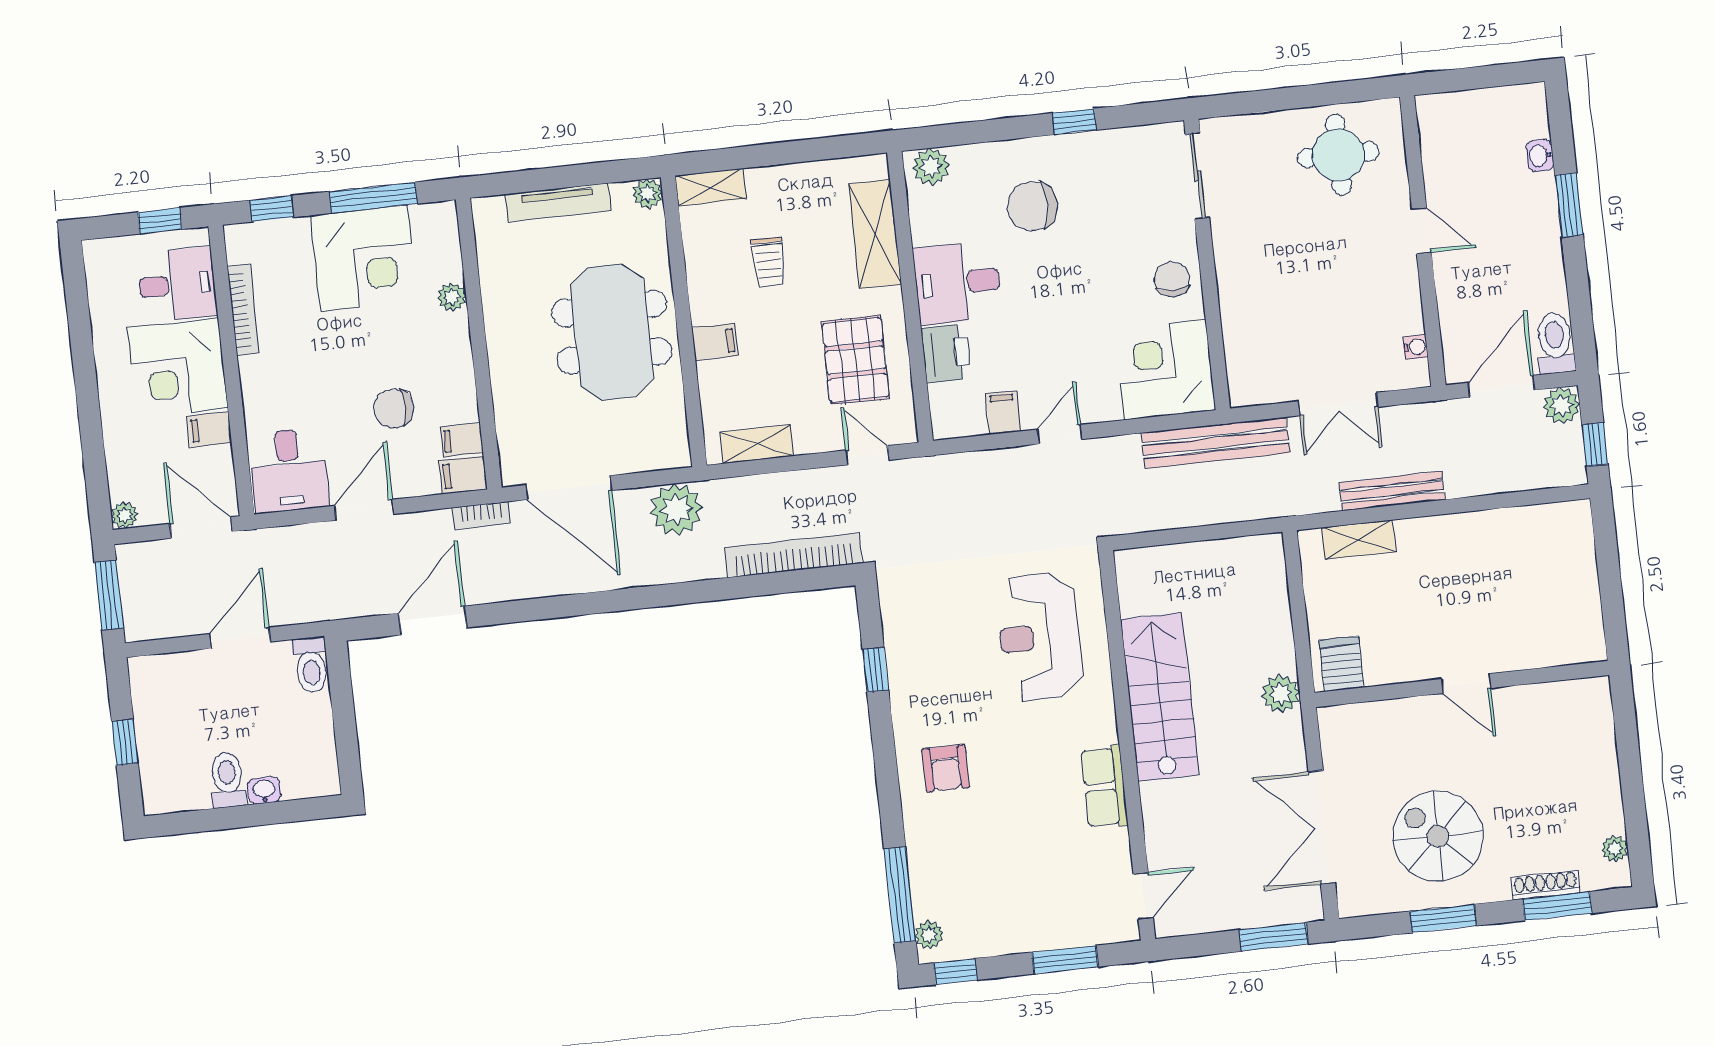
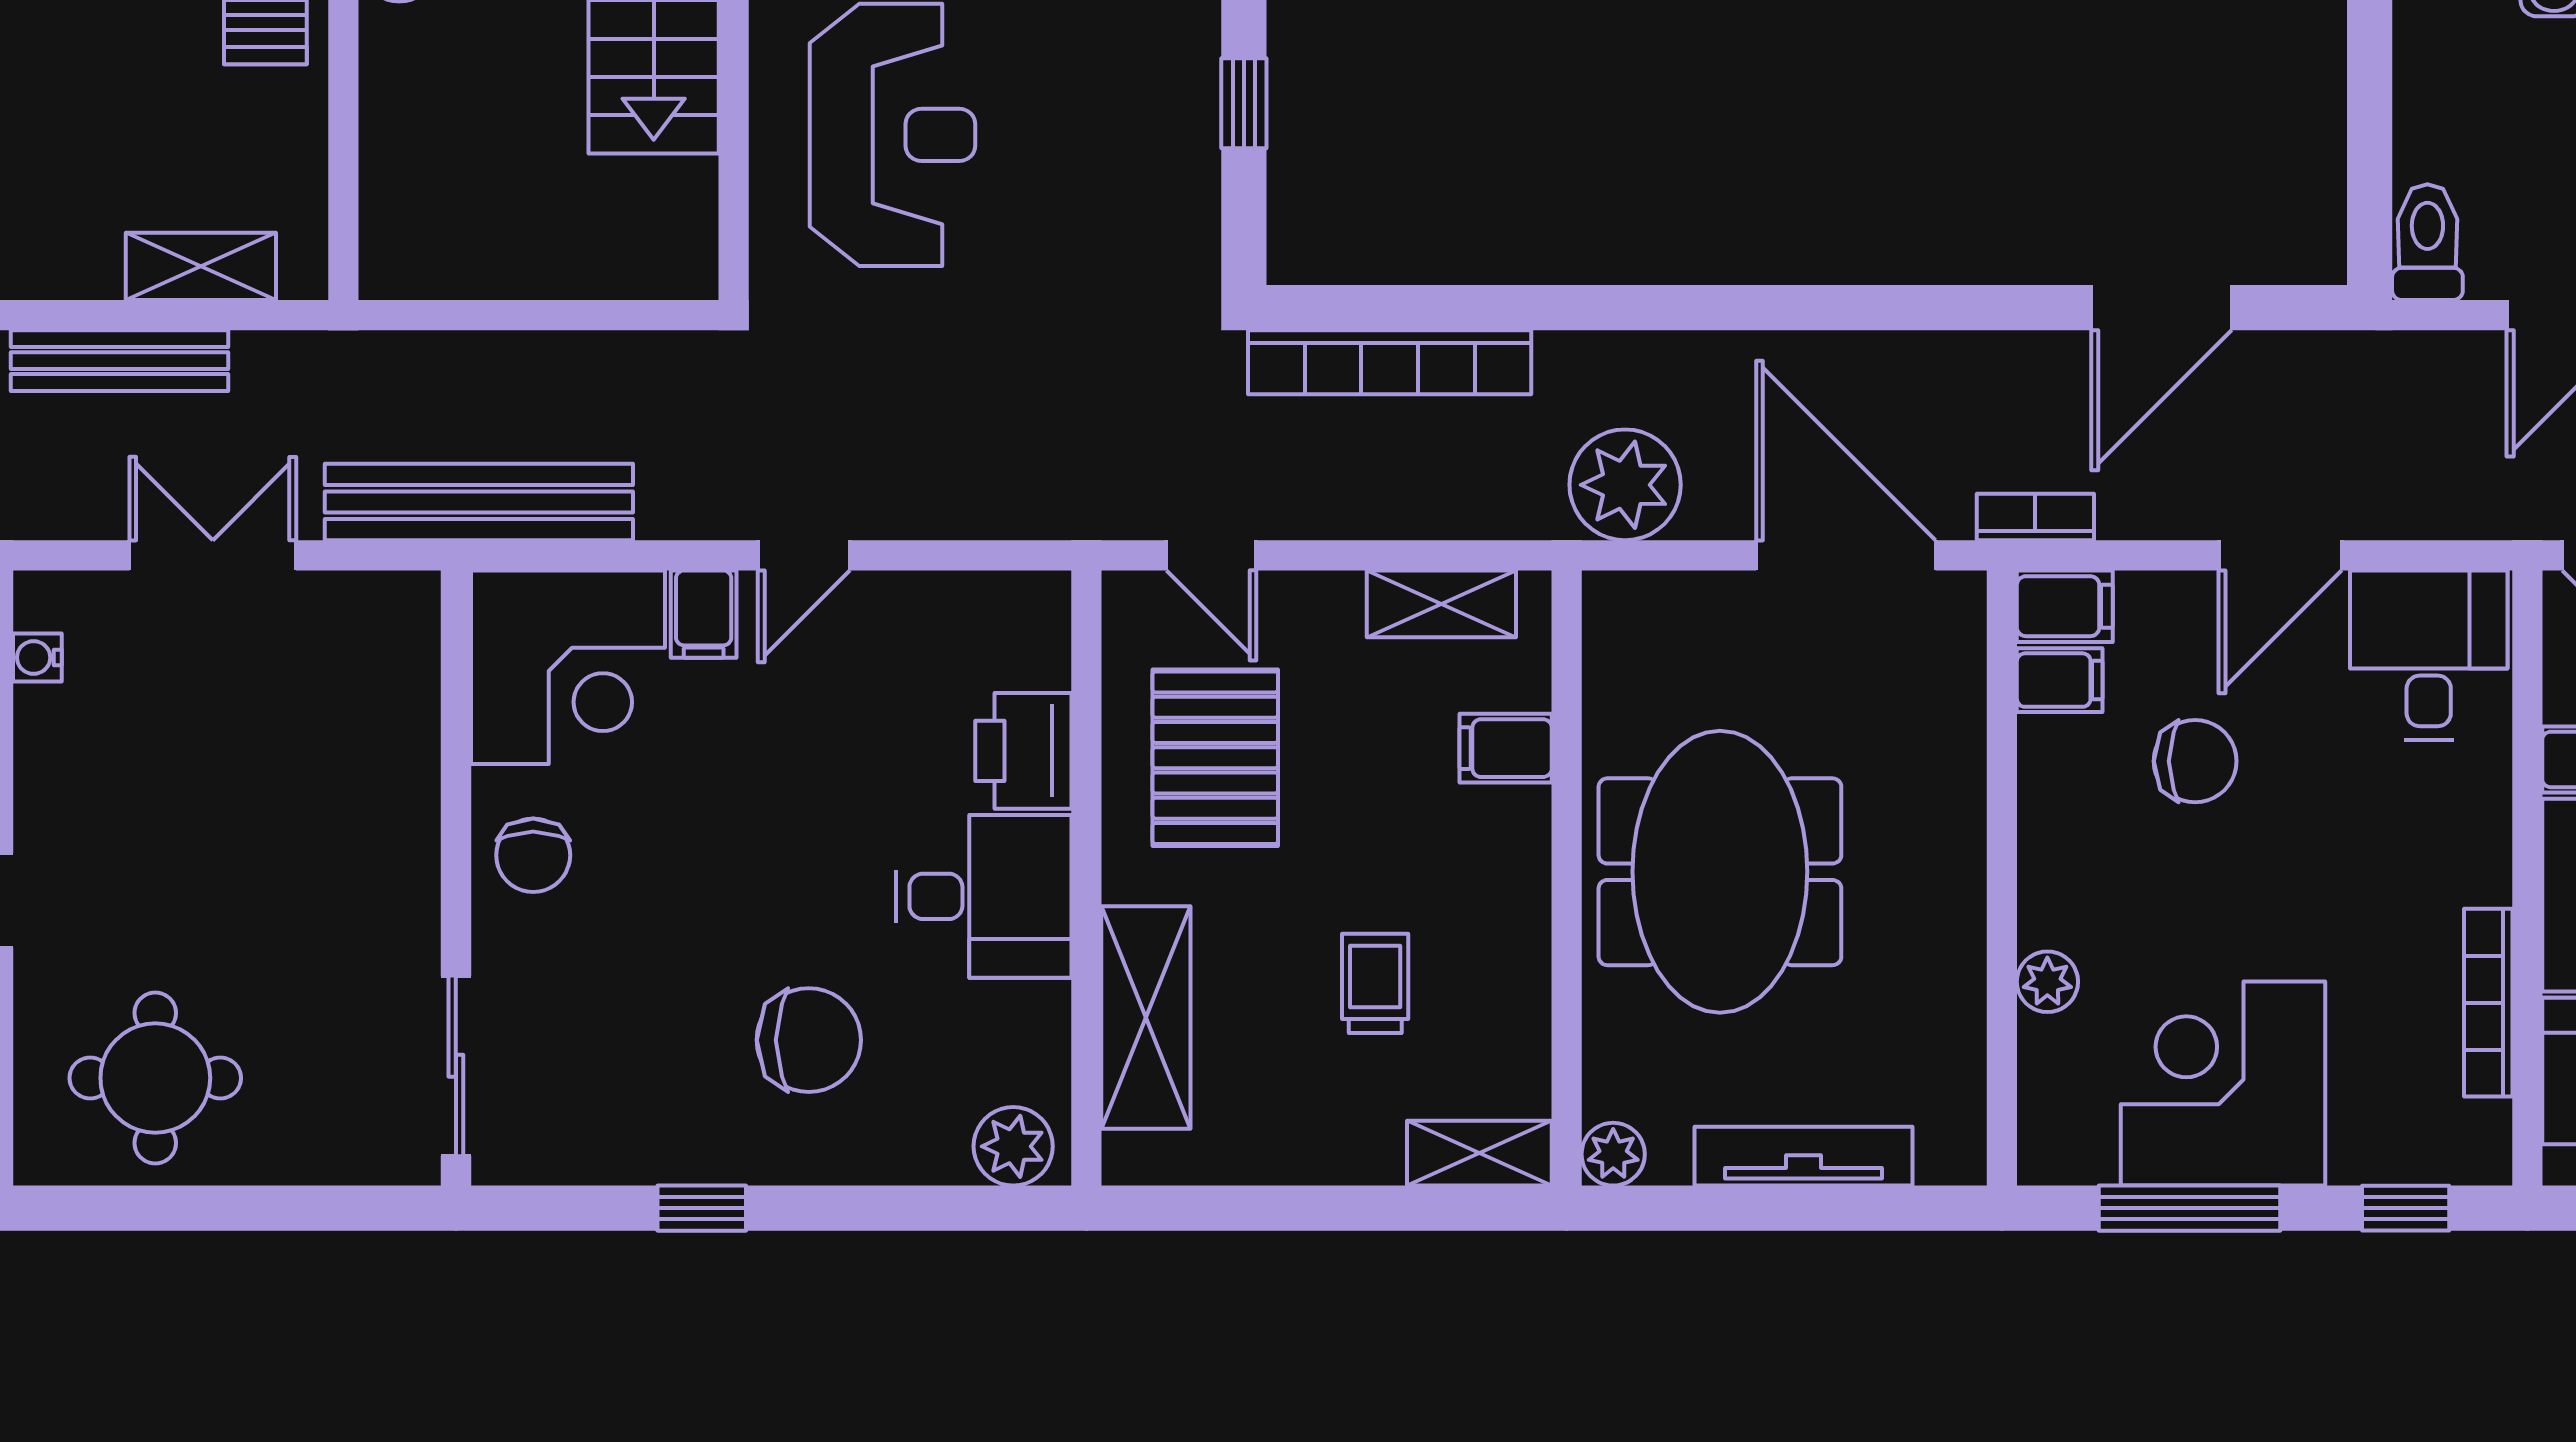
filing cabinet: (715, 342) -> (1506, 748), moved
filing cabinet: (1003, 412) -> (704, 614), moved

